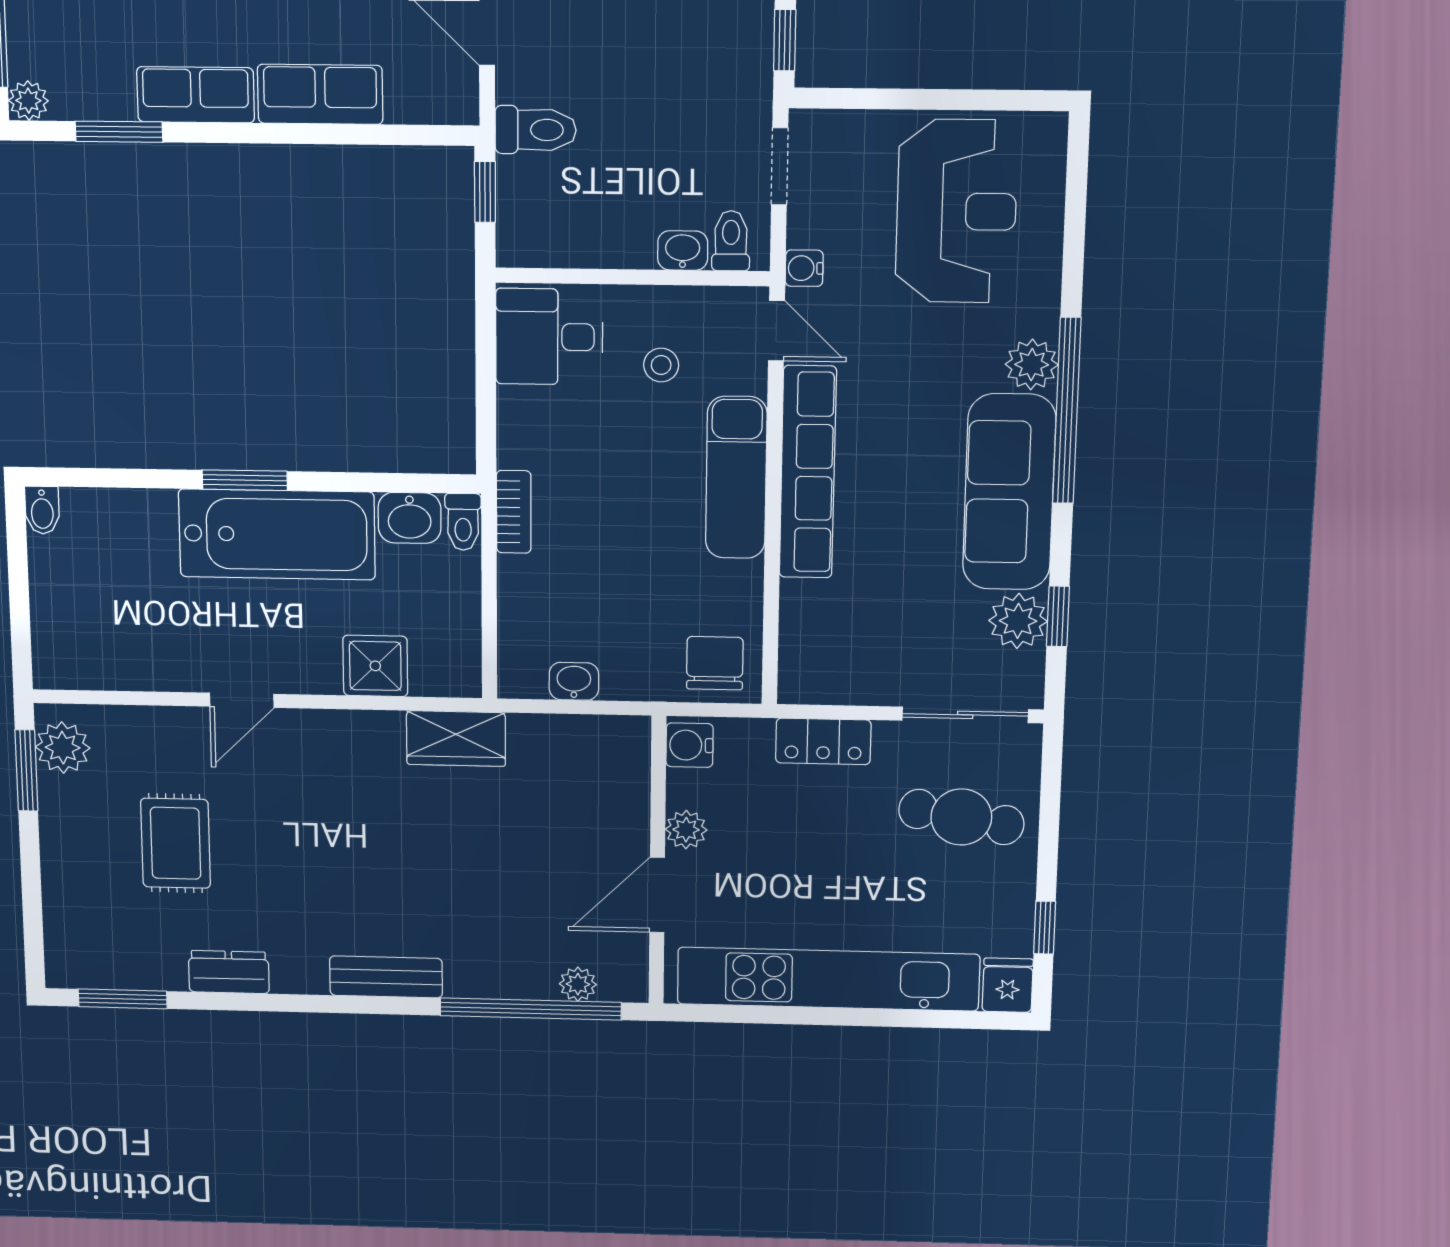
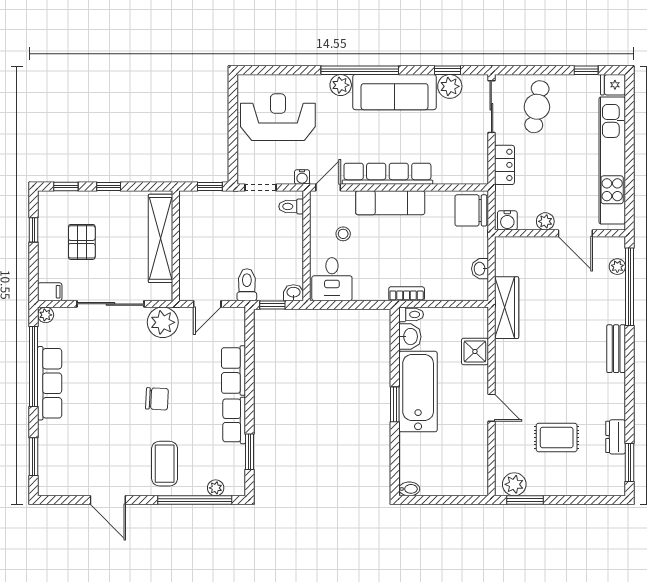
plant: (28, 101) -> (216, 488), moved
washbasin: (683, 251) -> (293, 293), moved, turned 90
chair: (715, 663) -> (471, 210), width x1.37, depth x1.37
wardrobe: (456, 739) -> (507, 308), width x1.50
dresser: (229, 972) -> (616, 437), moved

